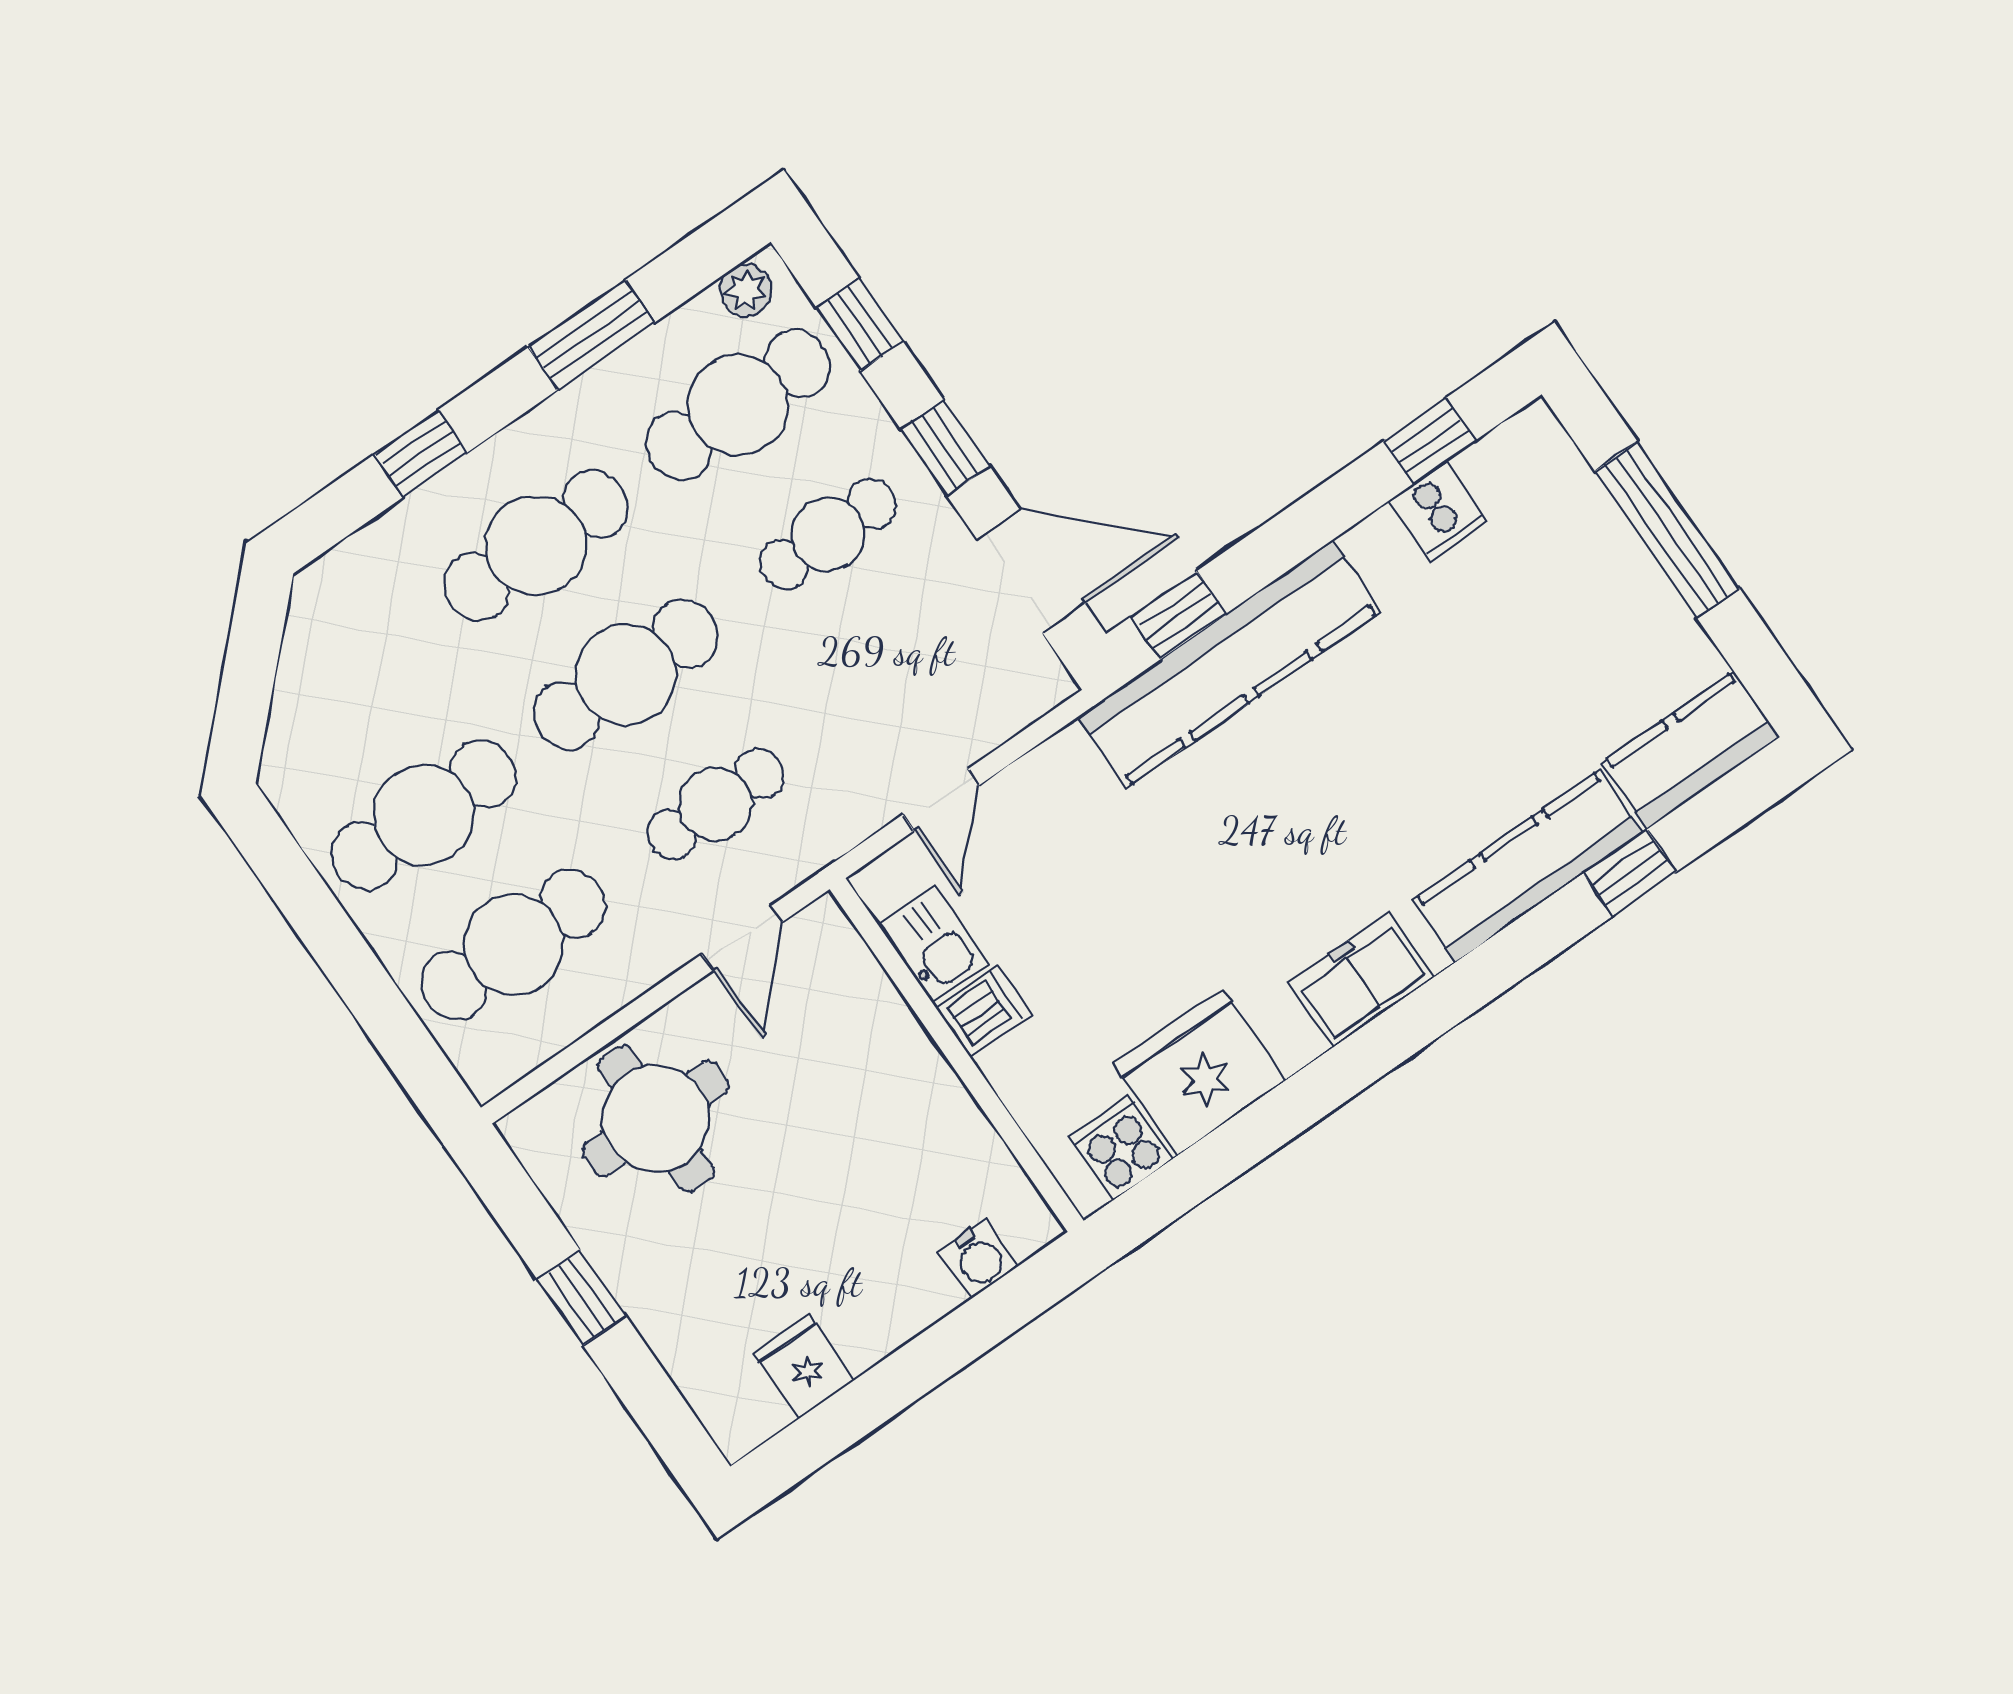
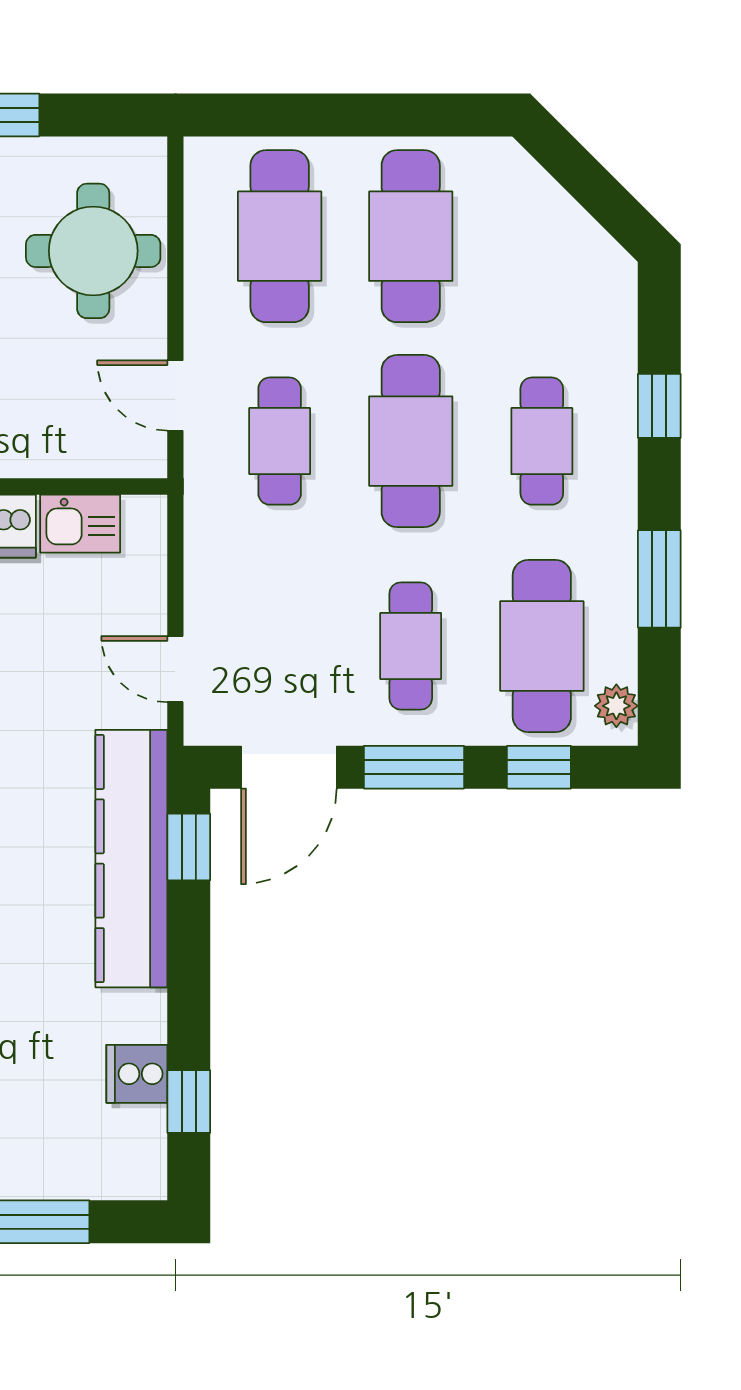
window: (945, 448) -> (414, 767), width x1.50
cafe table: (536, 545) -> (542, 441), width x0.73, depth x0.74
door: (941, 800) -> (175, 669), moved

